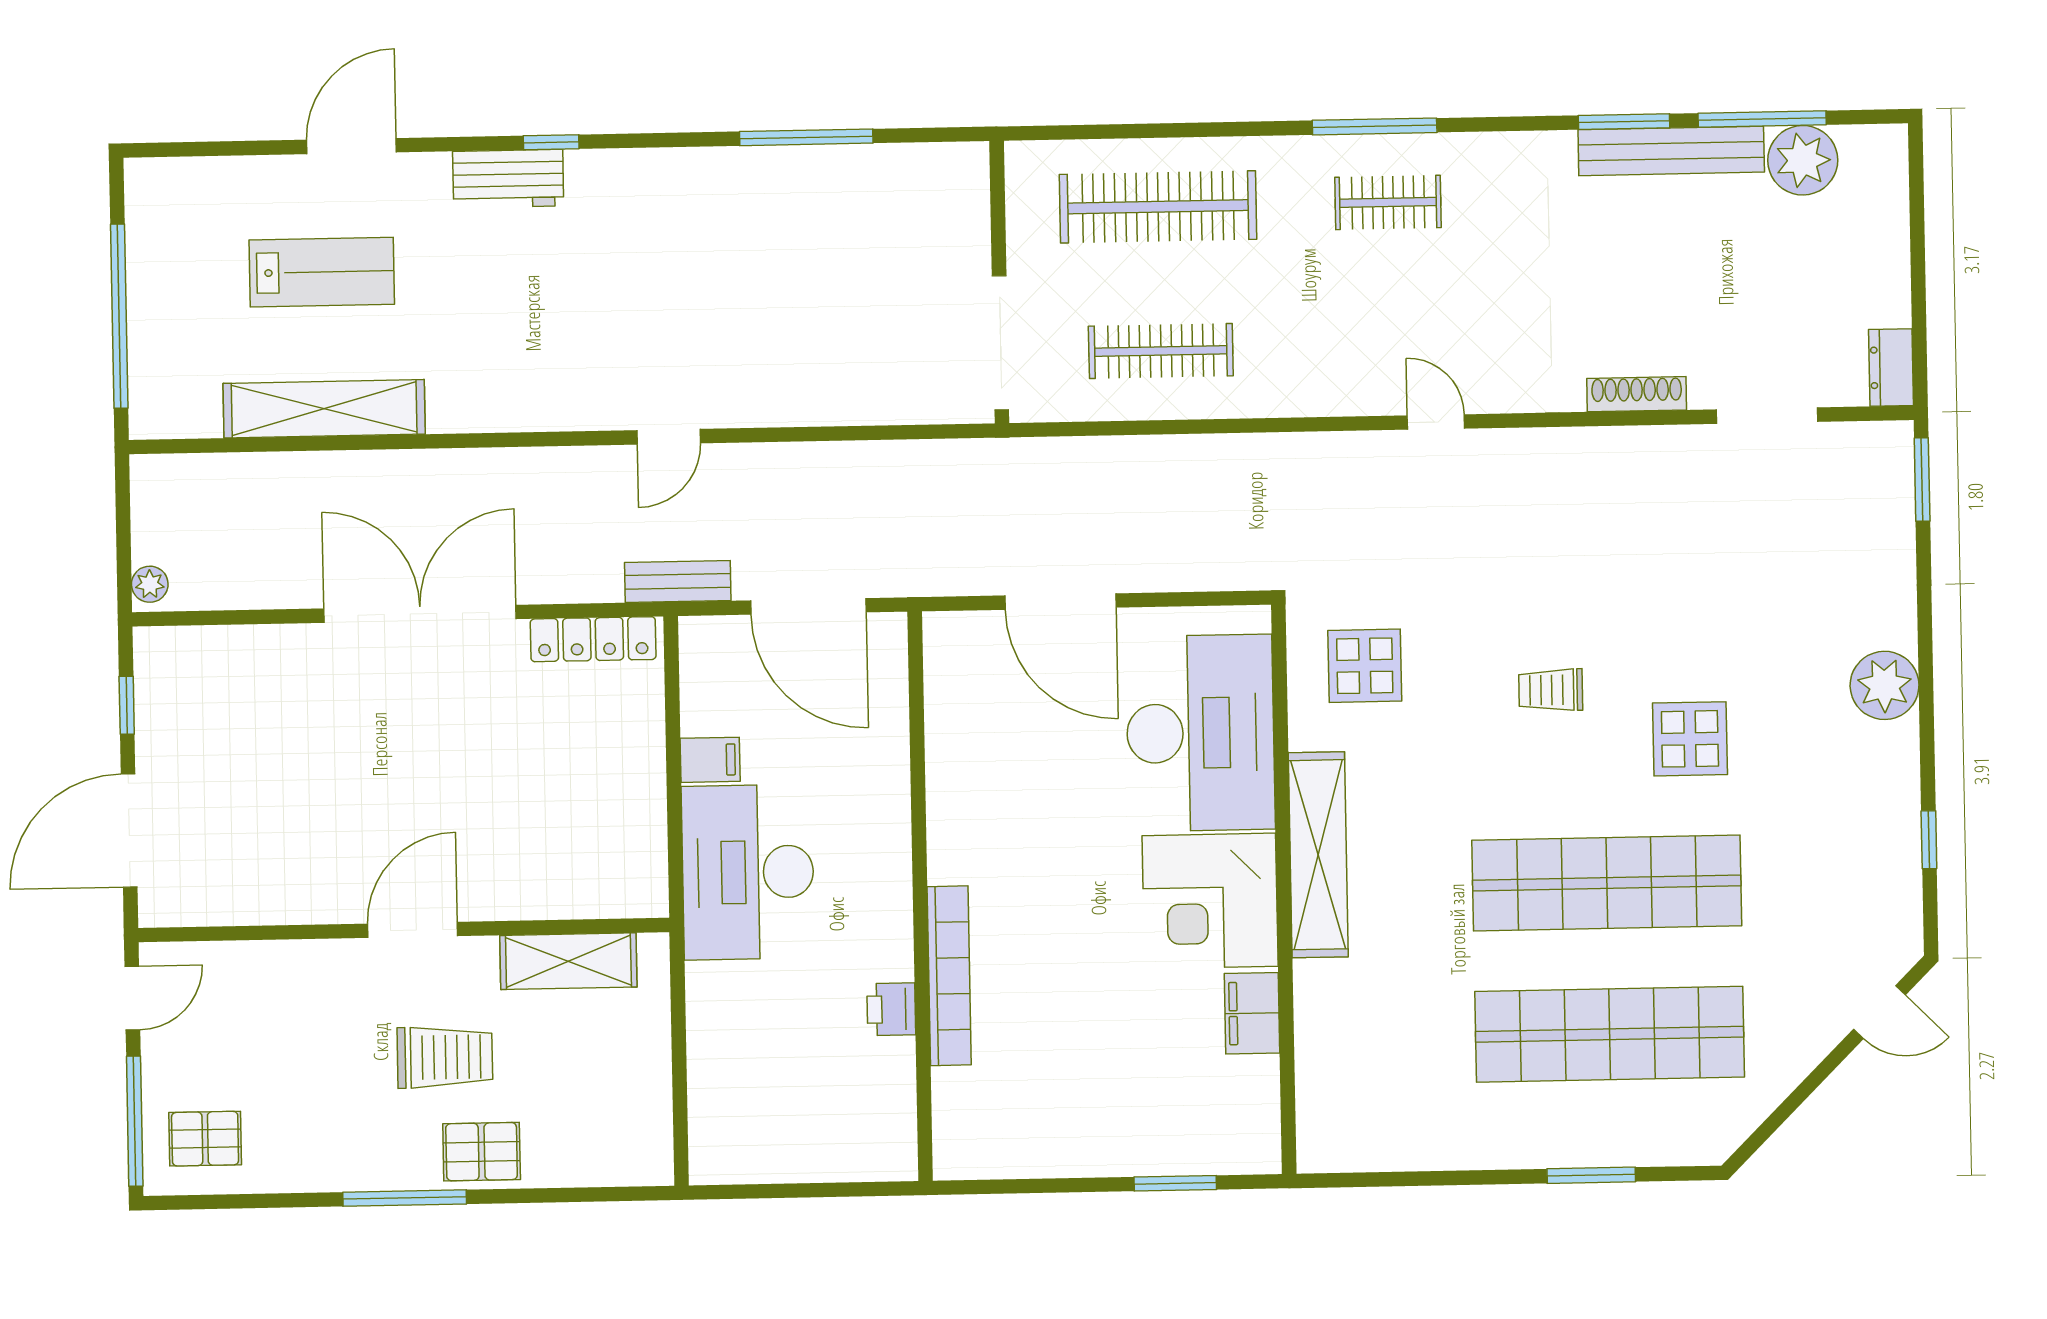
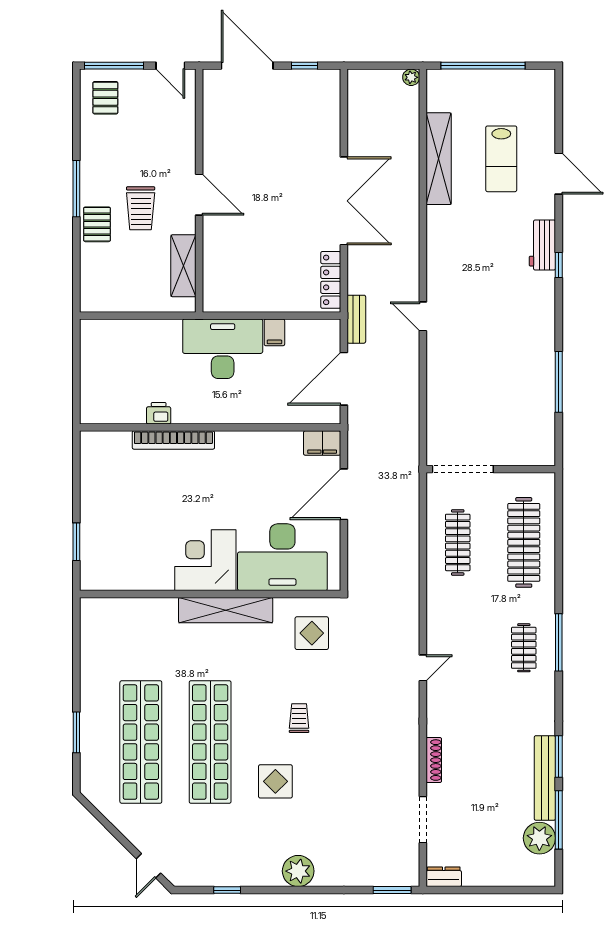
plant: (150, 584) -> (411, 77), moved
filing cabinet: (1252, 1013) -> (322, 443), moved, turned 180

